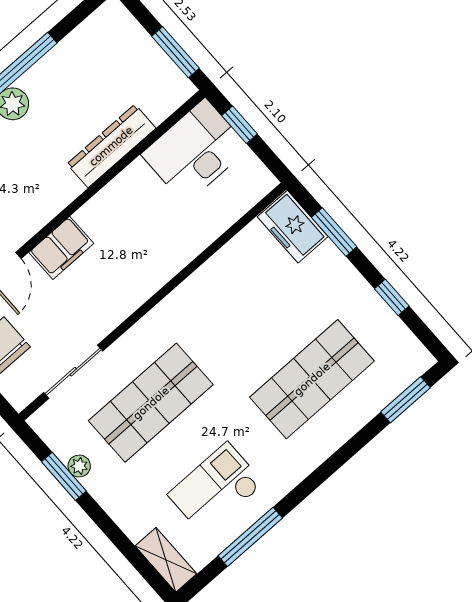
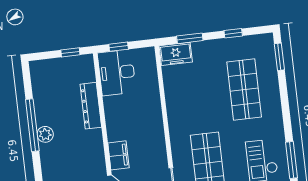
window: (176, 52) -> (70, 52), width x0.67

